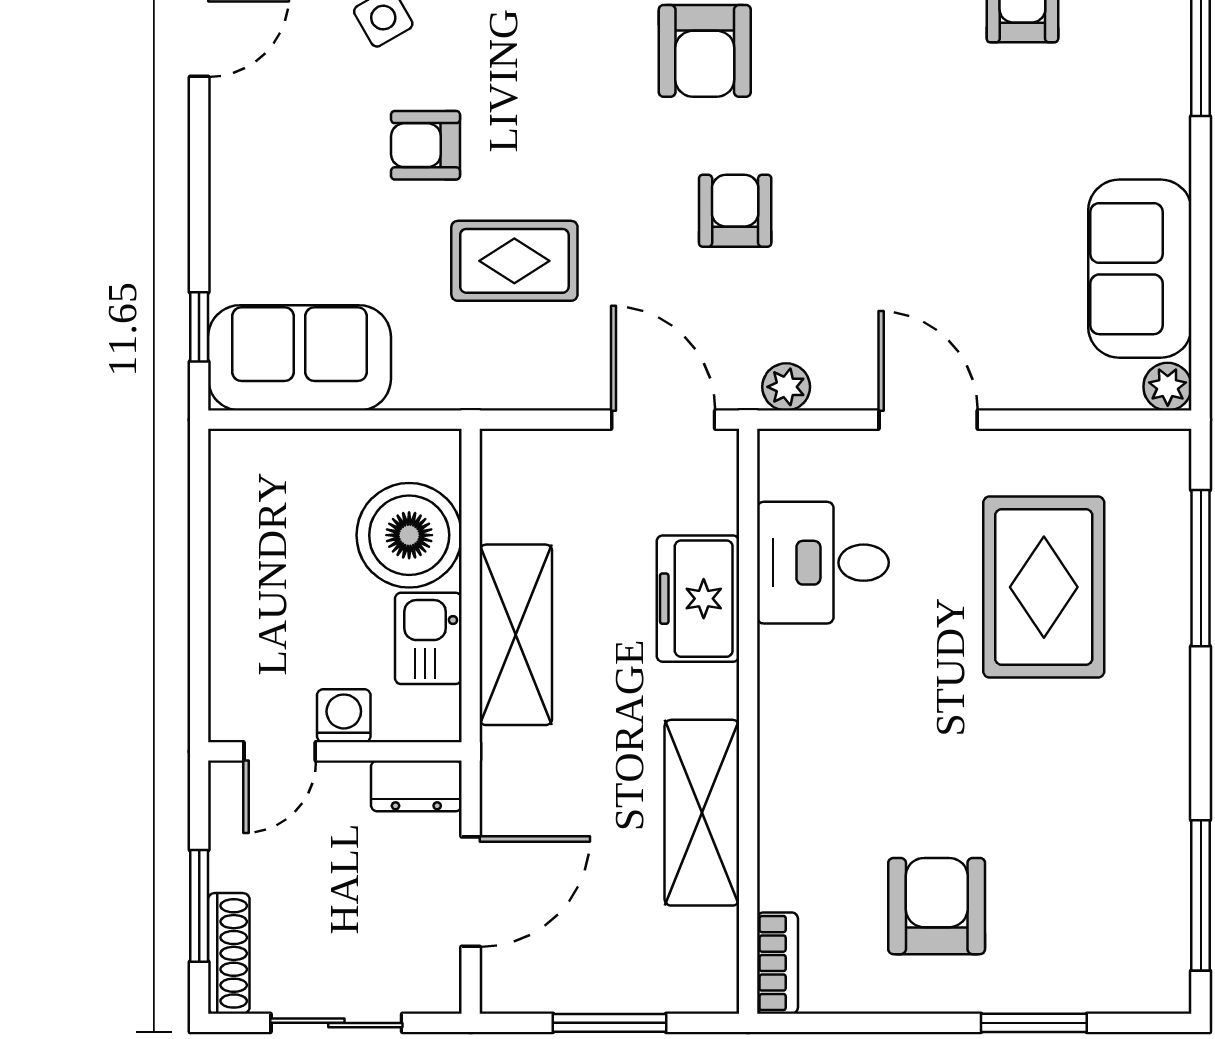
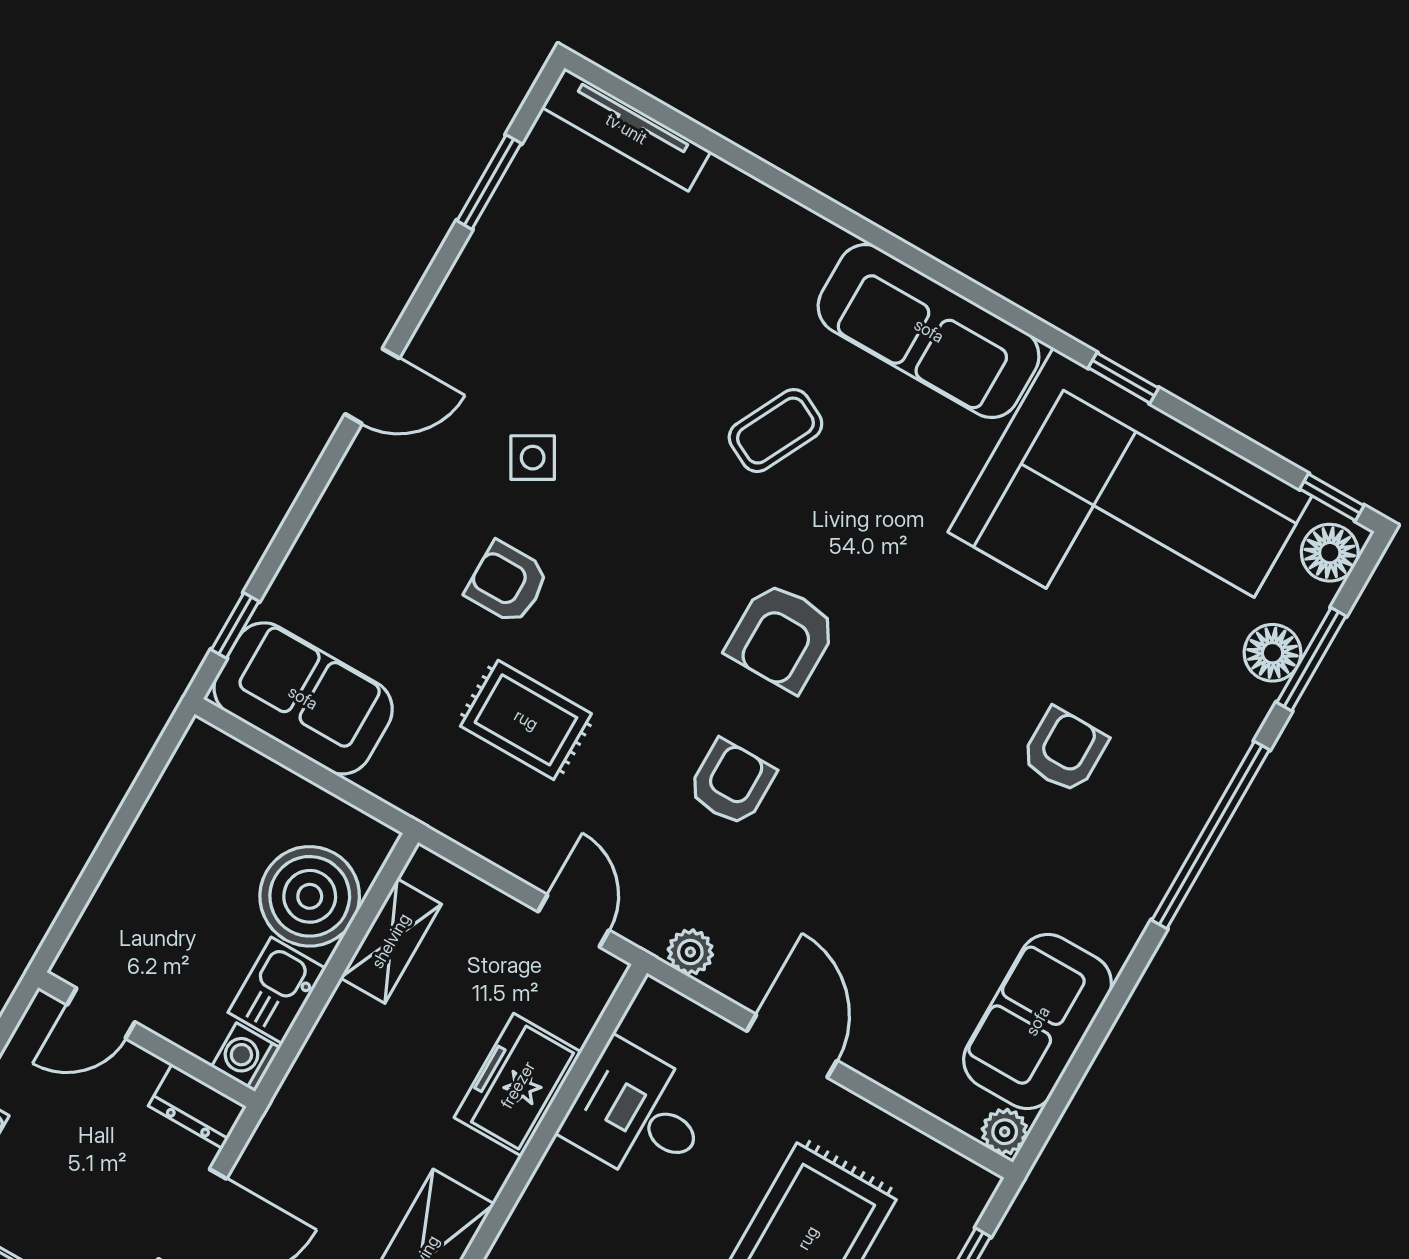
door: (663, 420) -> (573, 921), width x0.73
shelving: (516, 635) -> (391, 941), moved, width x0.67, depth x0.75
washing machine: (344, 716) -> (246, 1057), moved, turned -90

